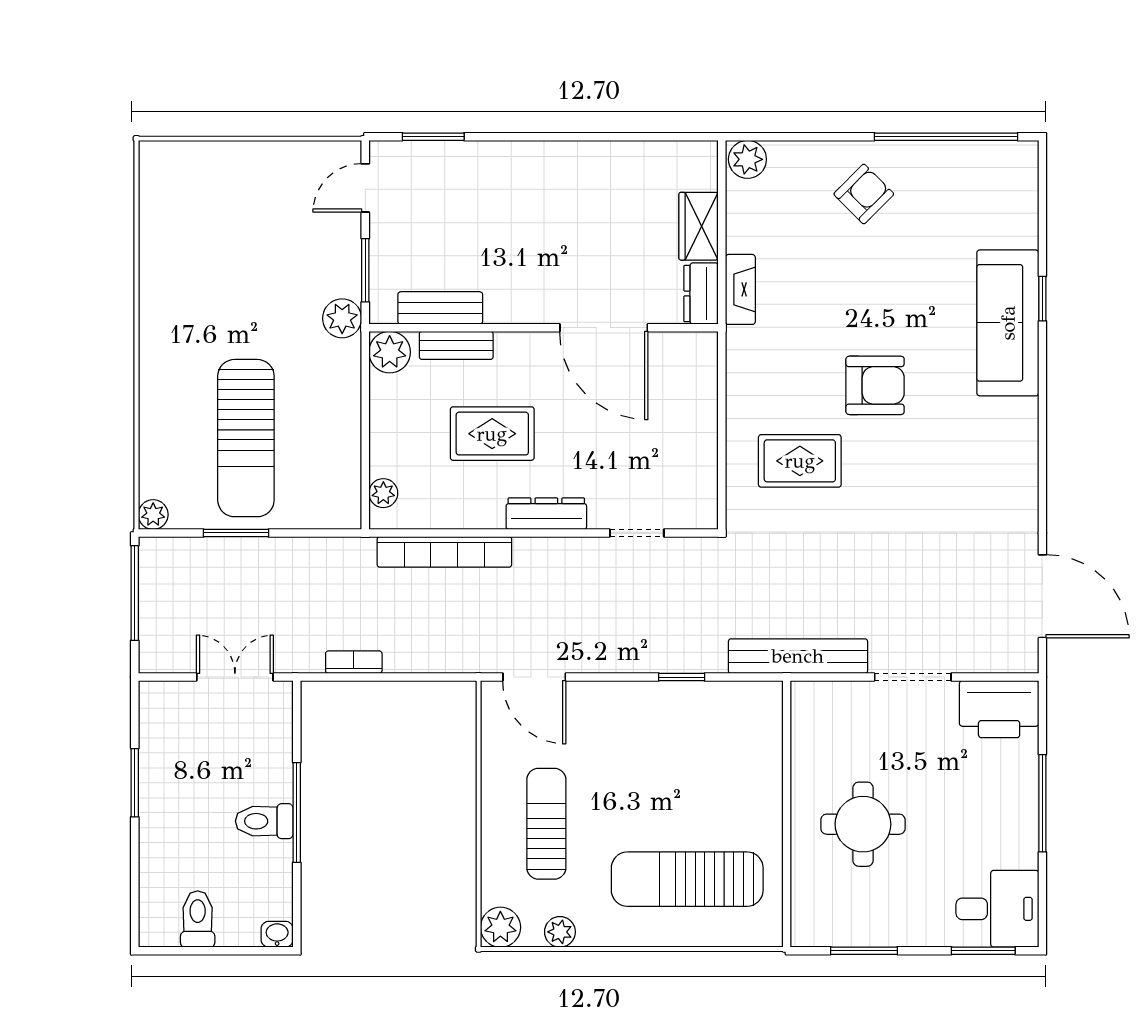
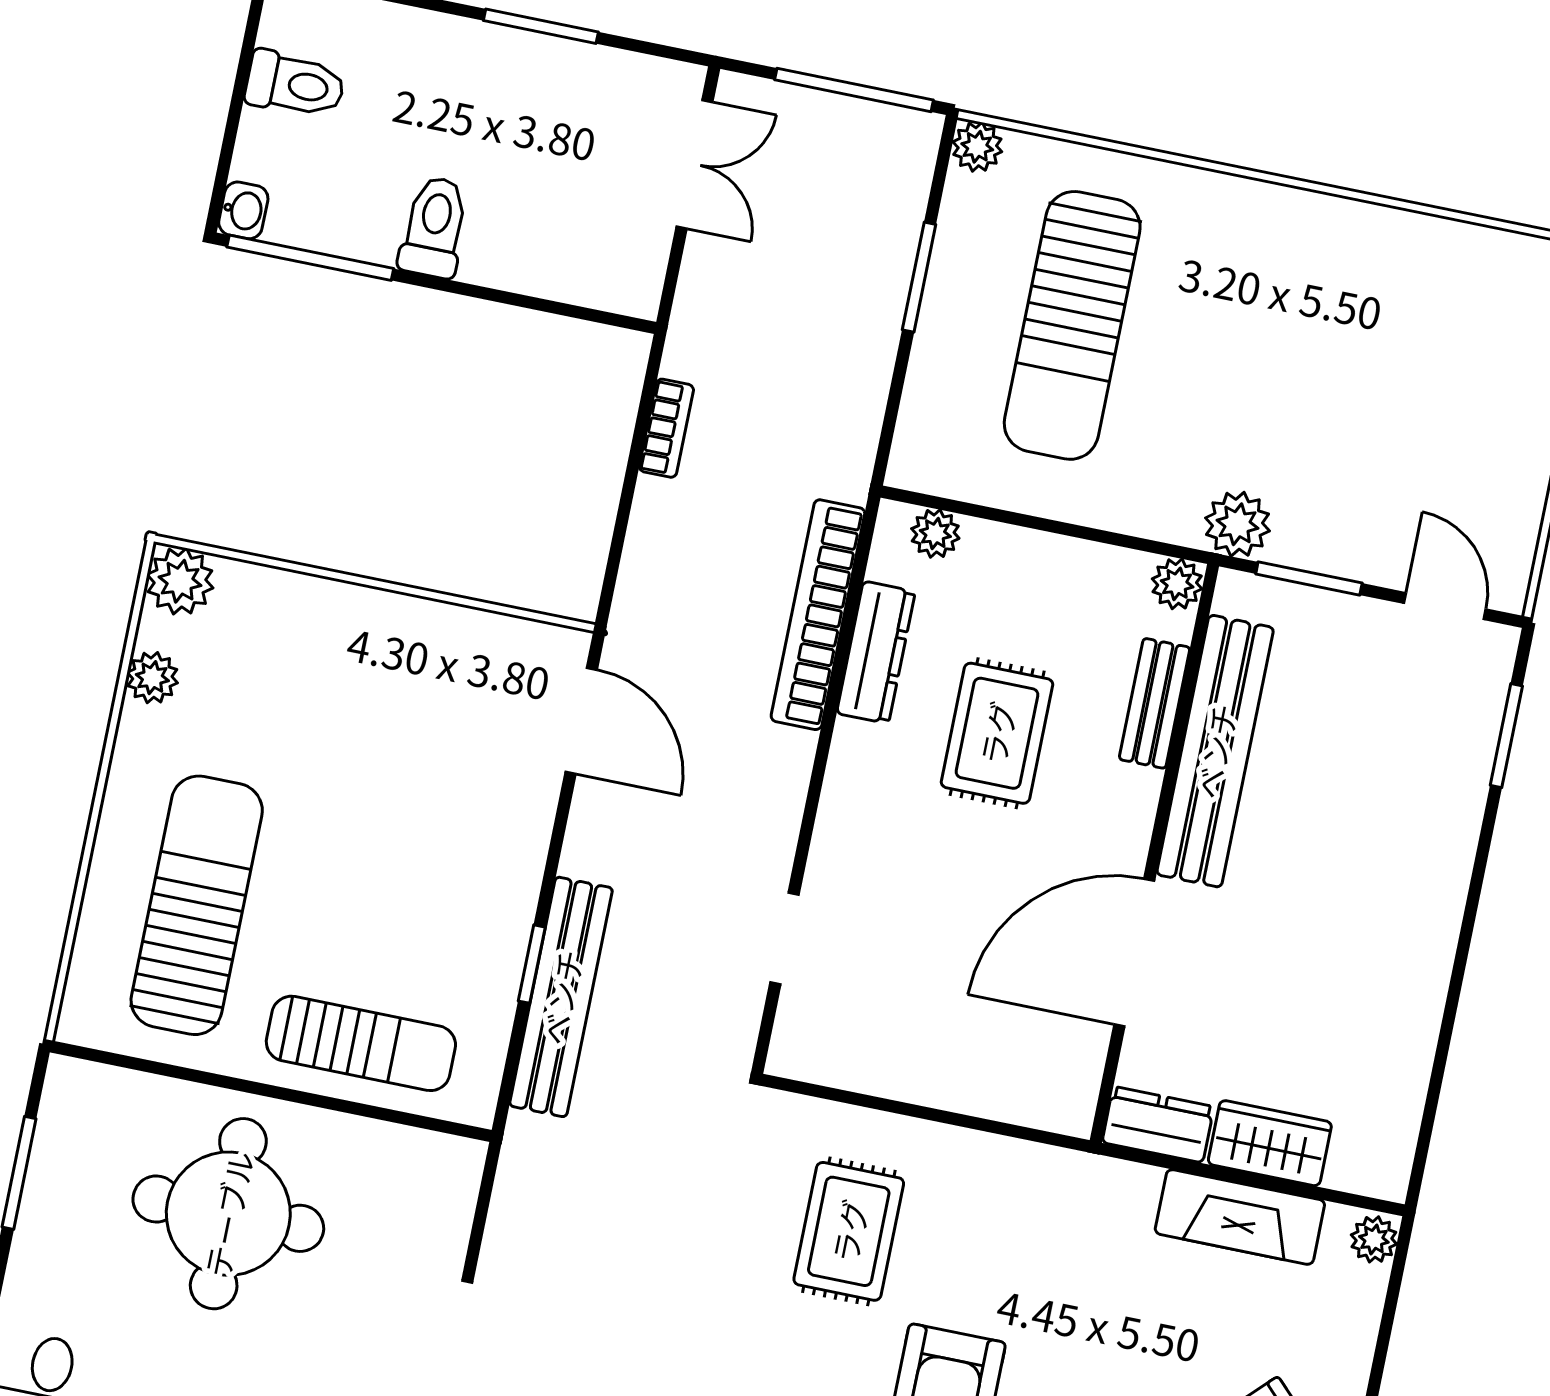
plant: (747, 159) -> (1374, 1239), width x0.73, depth x0.73
fireplace: (740, 289) -> (1240, 1217), moved, width x1.37, depth x1.32
bench: (440, 308) -> (1215, 751), width x1.86, depth x1.21
plant: (390, 352) -> (1177, 584), width x0.73, depth x0.73
sun lounger: (246, 438) -> (1072, 325), turned -90
dresser: (546, 514) -> (876, 652), moved
bench: (798, 656) -> (561, 997), moved
double door: (235, 677) -> (694, 164), moved
door: (534, 677) -> (581, 721), swing flipped
window: (297, 812) -> (310, 258), moved
sun lounger: (546, 824) -> (361, 1043), moved
round table: (863, 824) -> (228, 1214), width x1.36, depth x1.36

